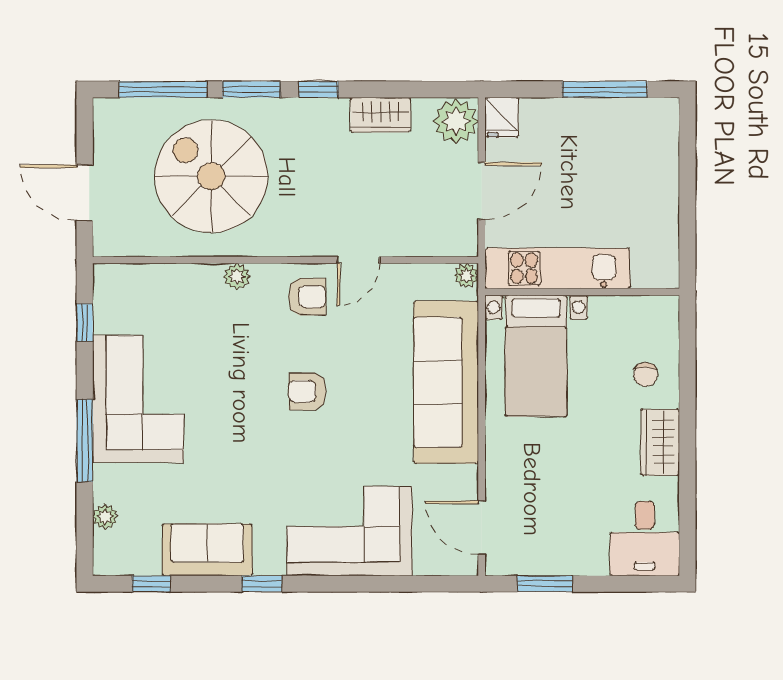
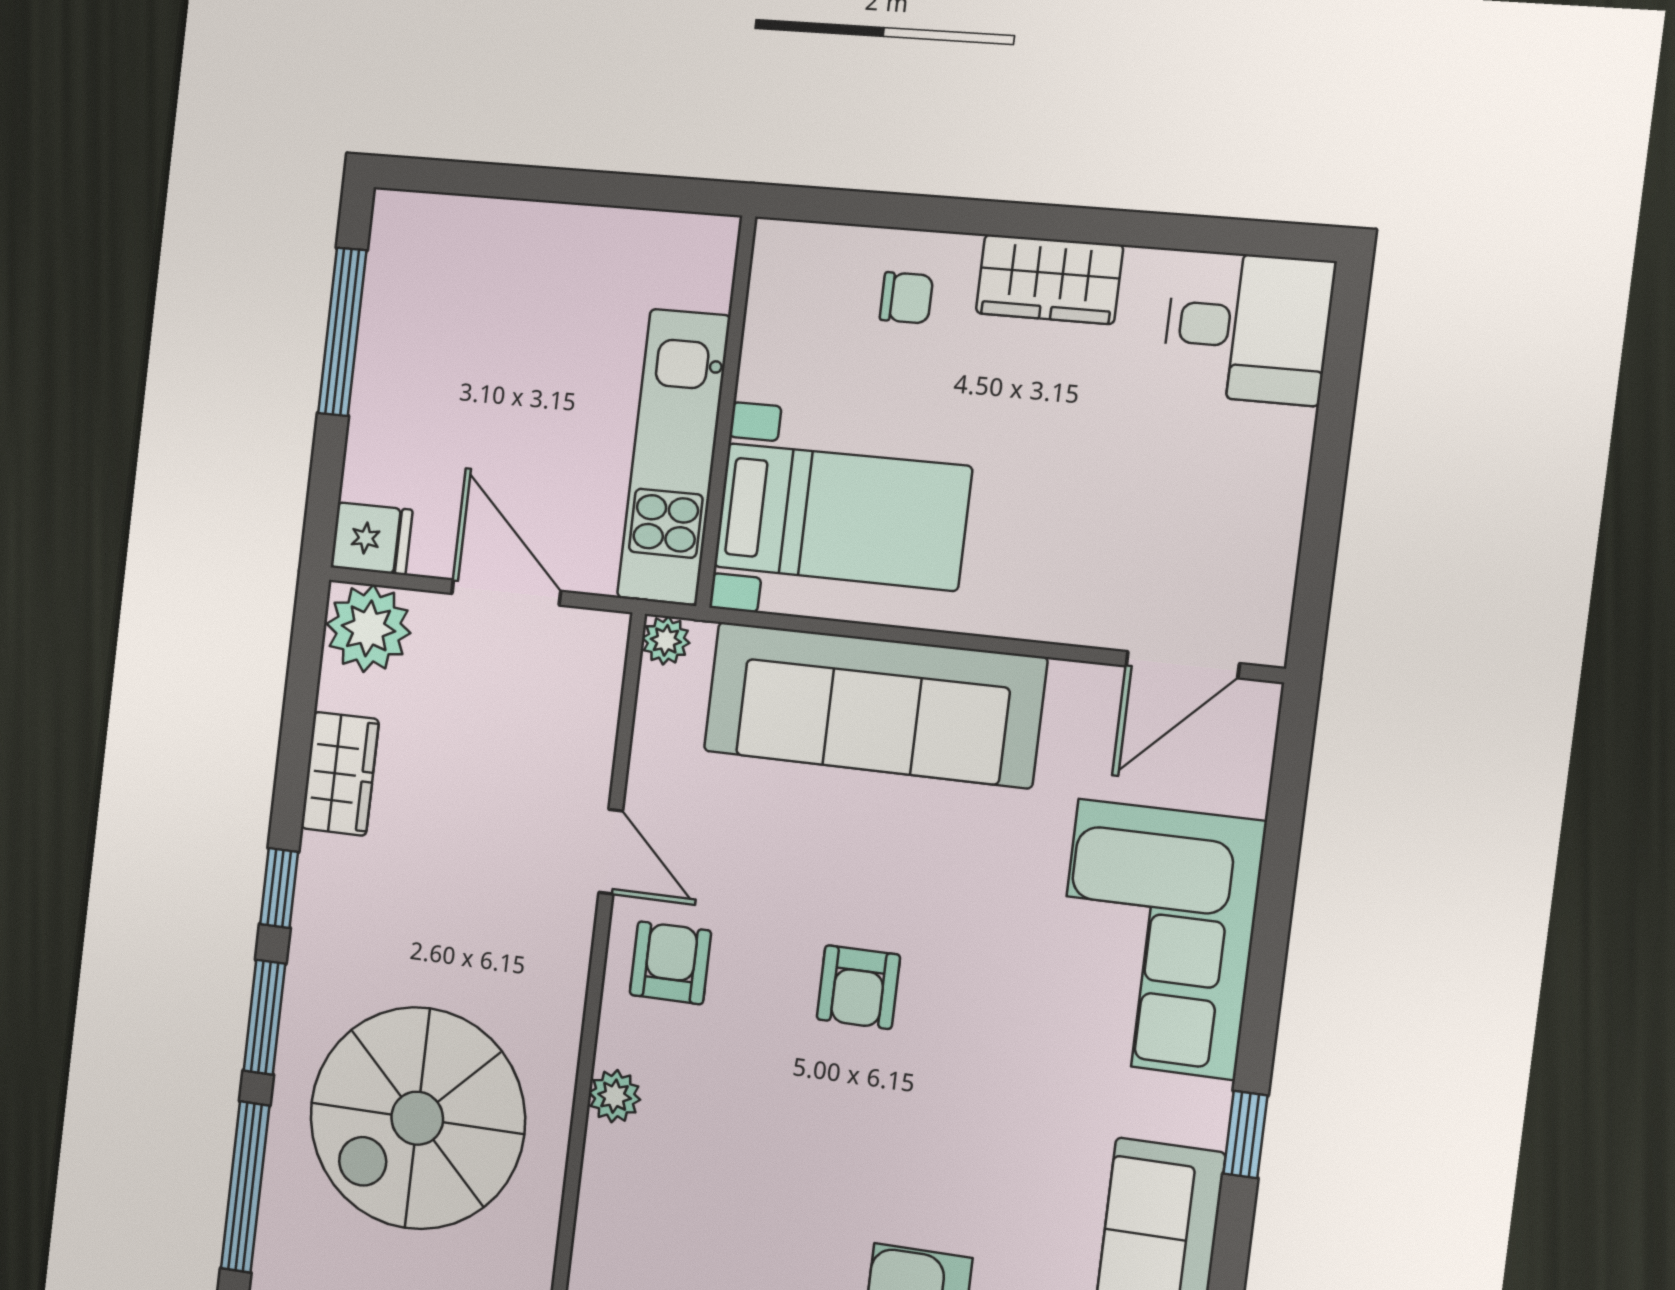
window: (545, 584) -> (1319, 545), removed

